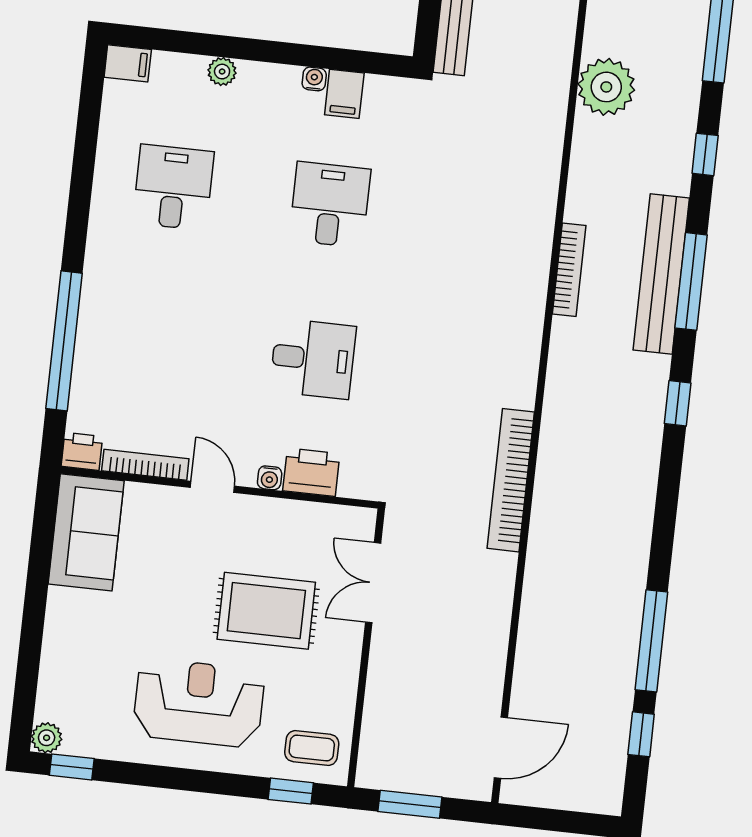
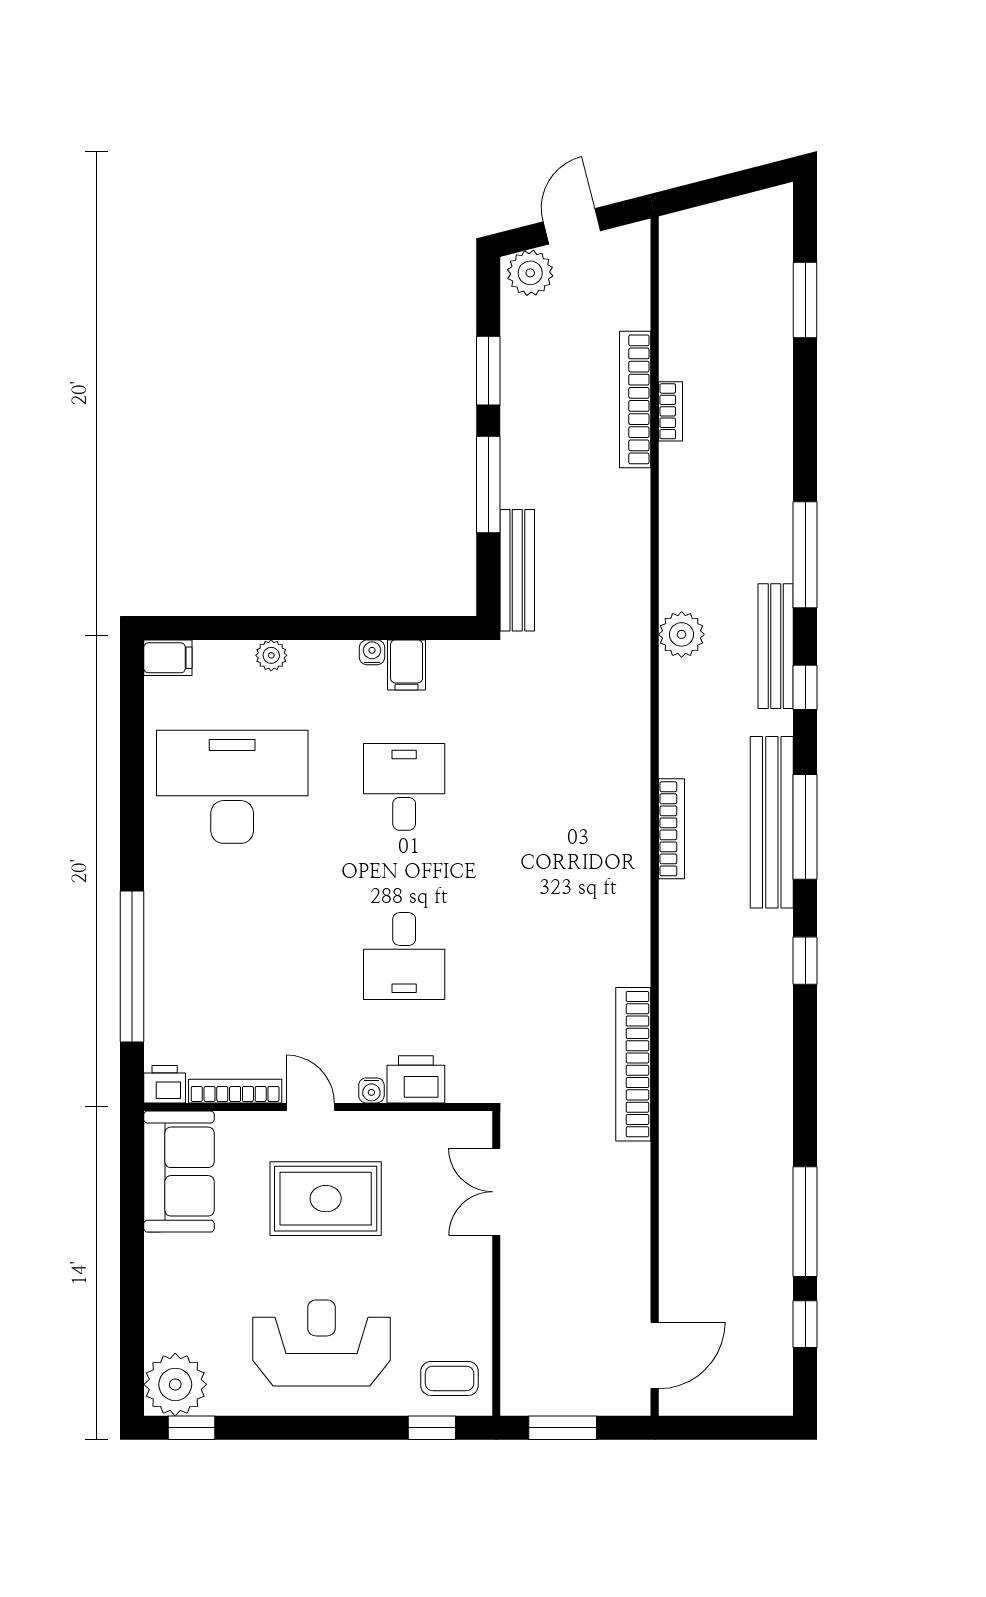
plant: (606, 87) -> (682, 634), width x0.73, depth x0.73
bench: (682, 114) -> (776, 646), added
desk: (173, 187) -> (232, 787), width x1.87, depth x1.30
desk: (313, 359) -> (404, 956), turned 90
rug: (266, 611) -> (326, 1199), moved
plant: (47, 738) -> (175, 1384), width x1.88, depth x1.88

